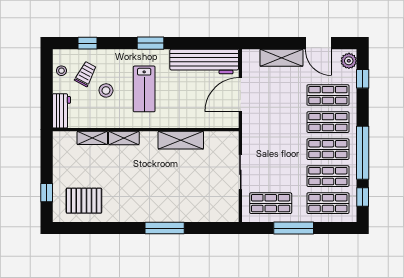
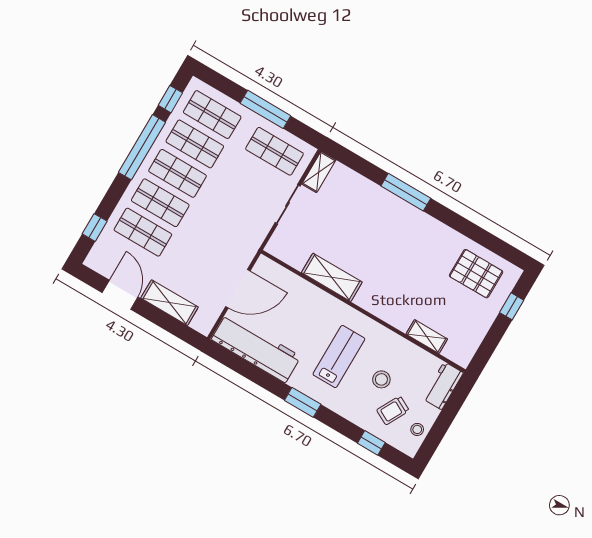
plant: (349, 61) -> (98, 256), removed
shelving: (124, 138) -> (319, 172), moved, turned 90

